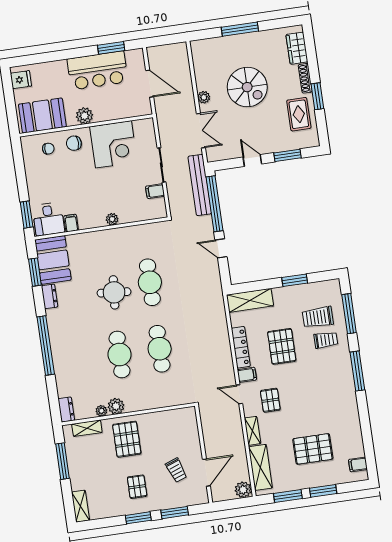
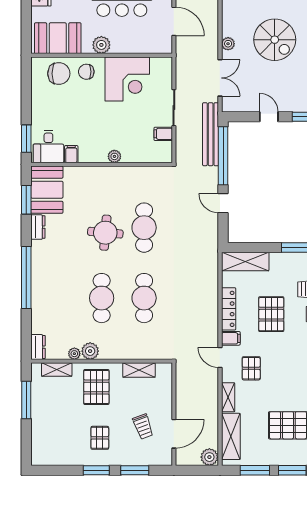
chair: (48, 149) -> (59, 74), width x1.87, depth x1.87
shelving: (81, 506) -> (139, 370), moved, turned 90

